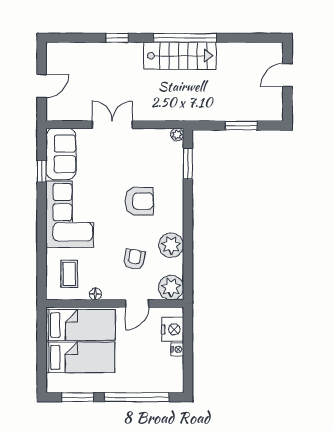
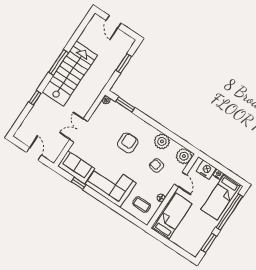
window: (185, 38) -> (58, 62), width x0.68
stairs: (180, 56) -> (70, 74), width x1.36, depth x1.51
bed: (80, 357) -> (221, 197), moved, turned 180

